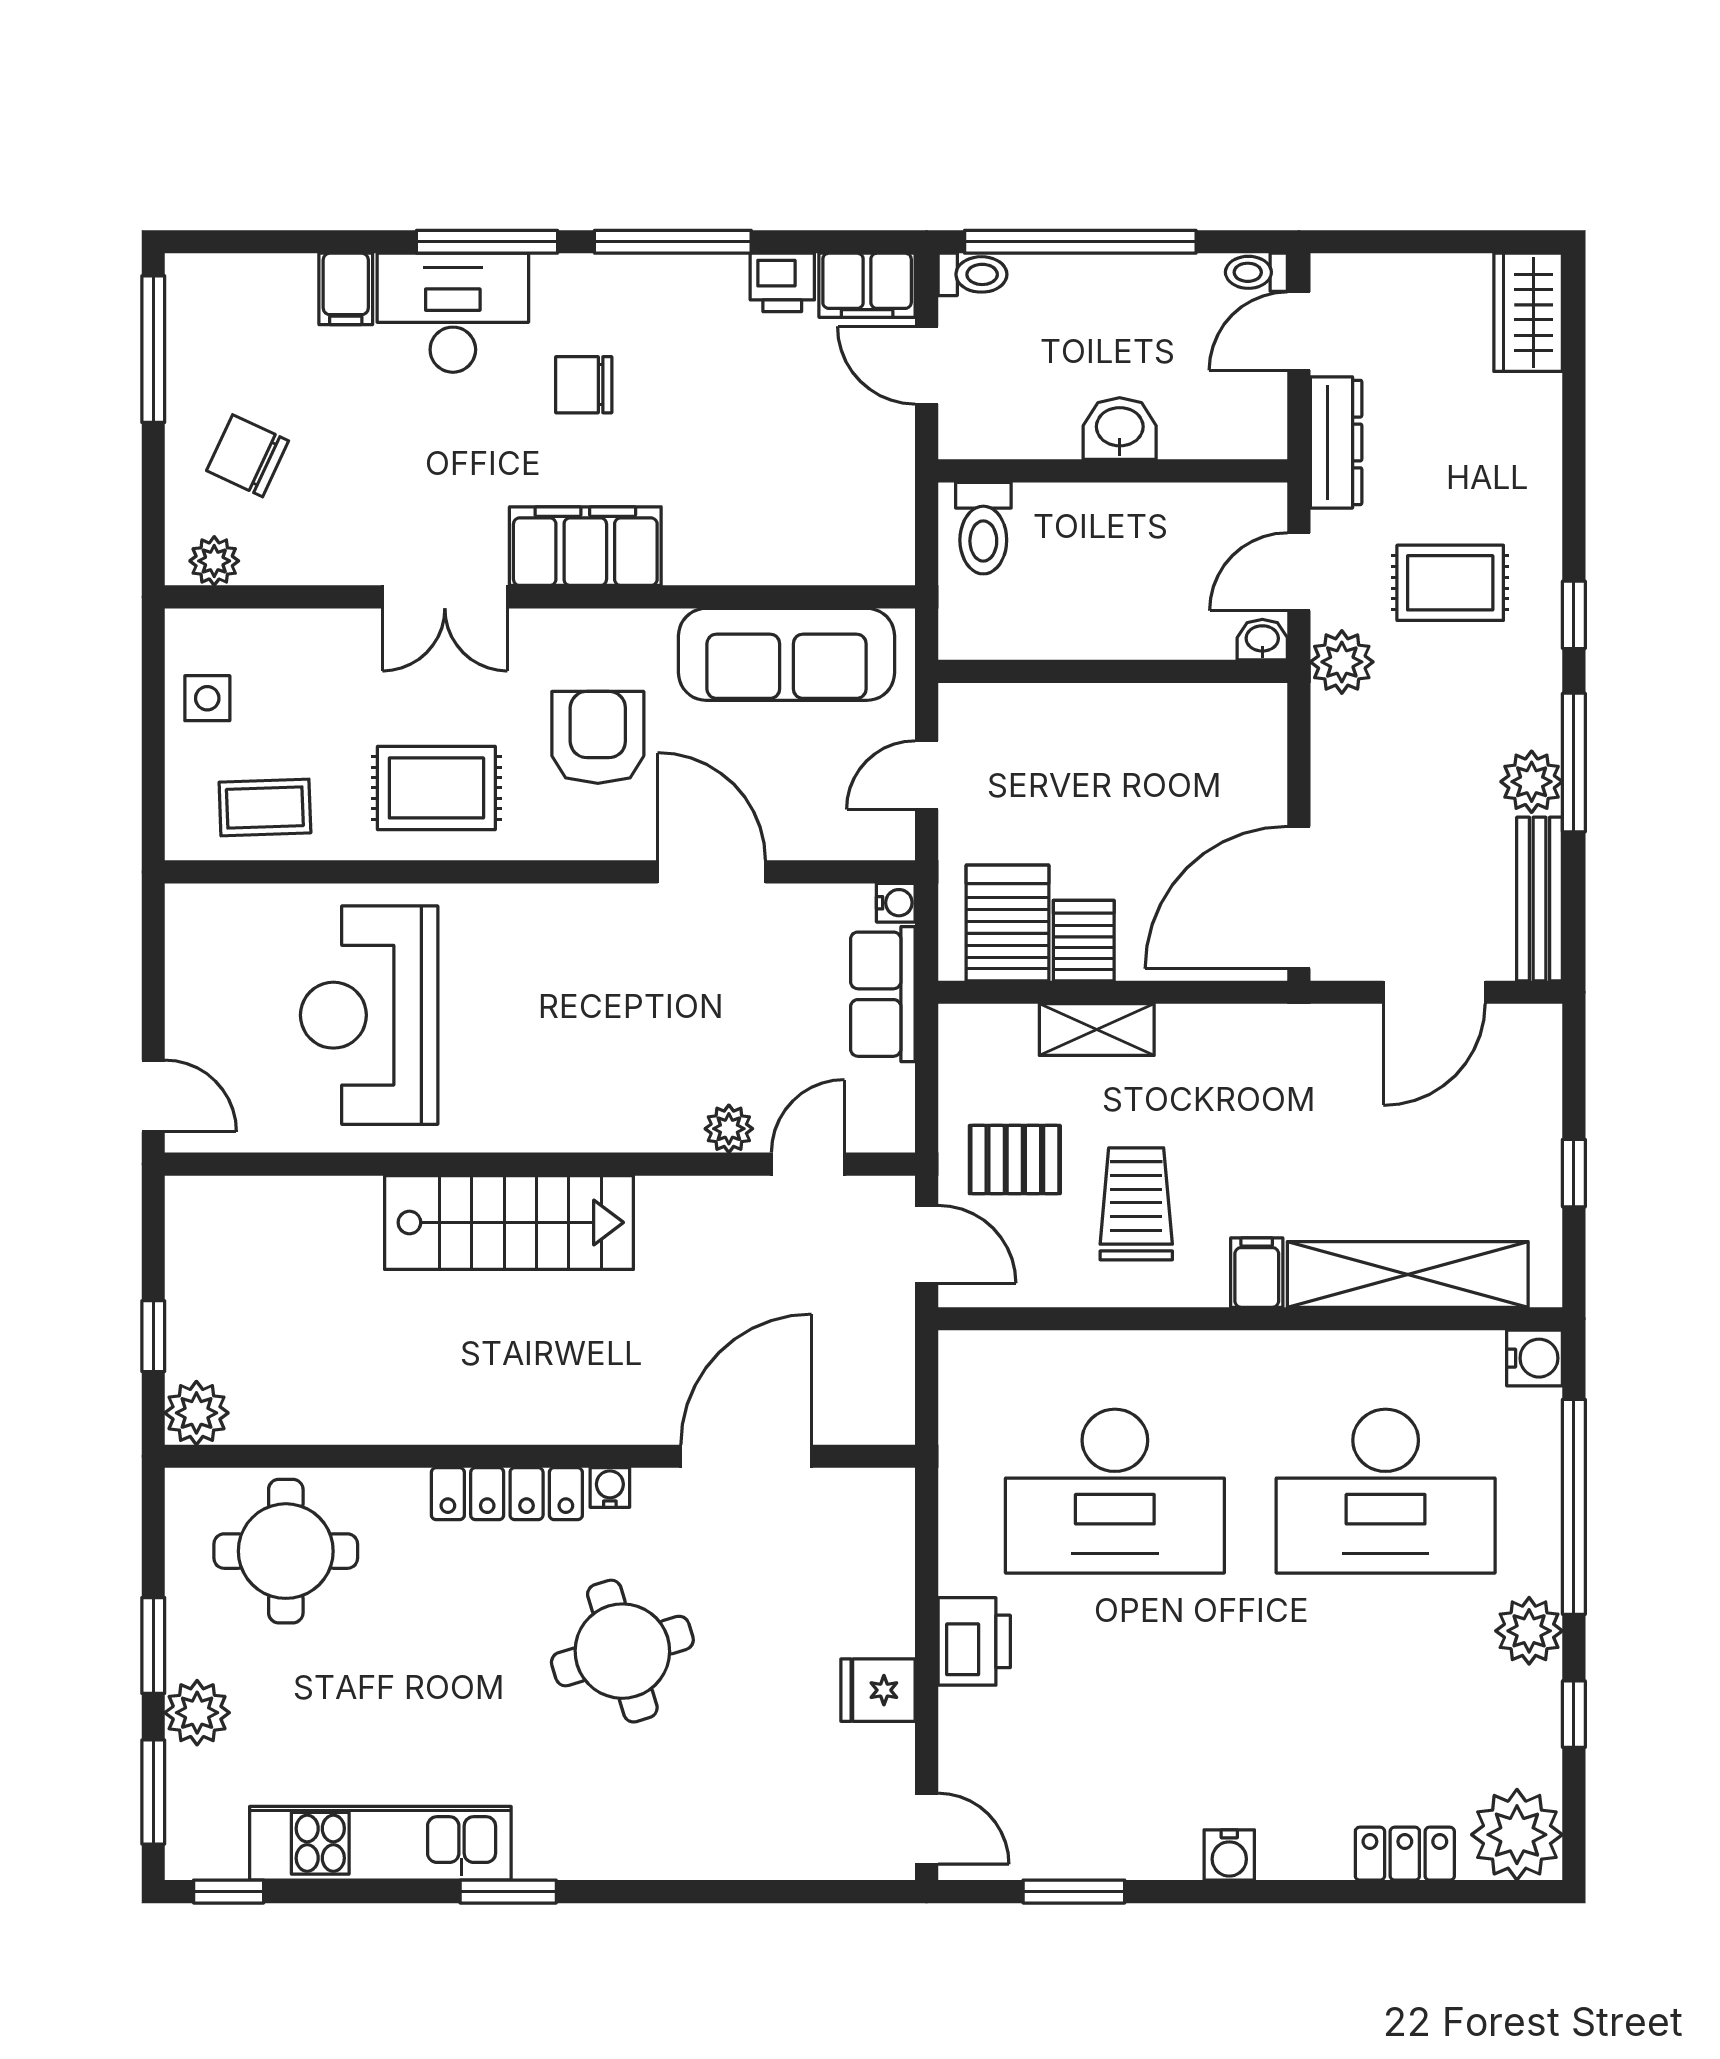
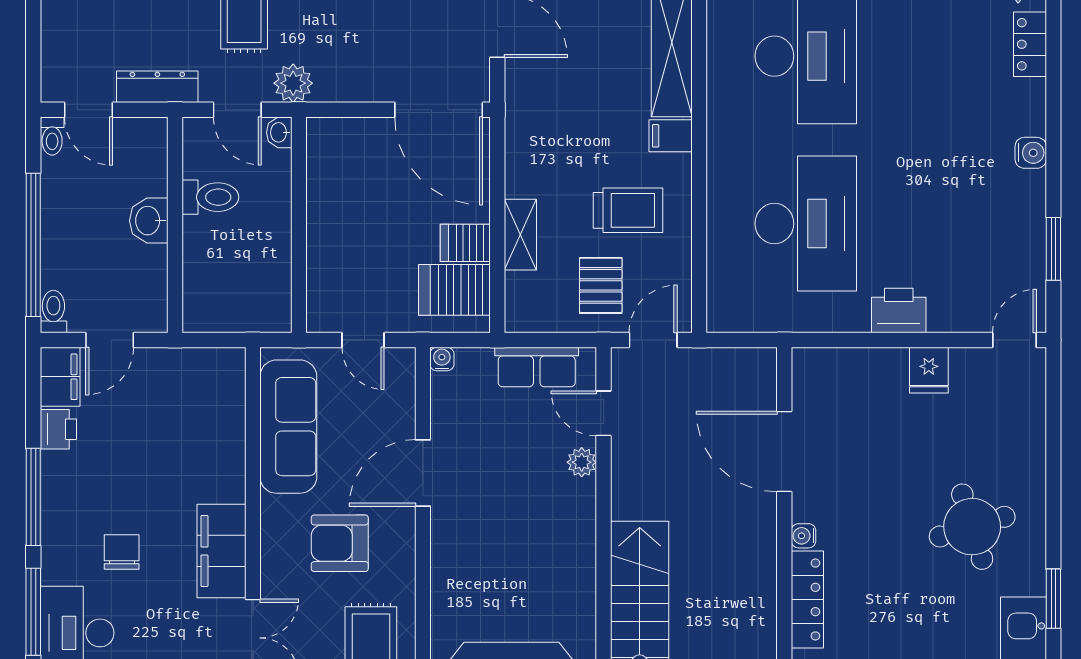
chair: (584, 385) -> (122, 552), turned 180
toilet: (983, 528) -> (210, 197), moved
row of seats: (883, 994) -> (537, 367), moved
trolley: (1136, 1204) -> (628, 210), turned 180
round table: (622, 1651) -> (972, 527), moved

